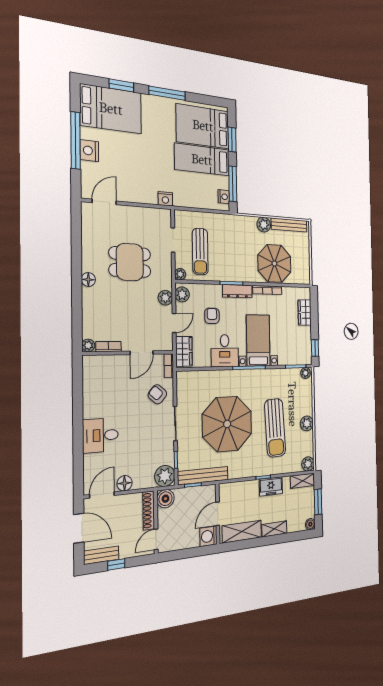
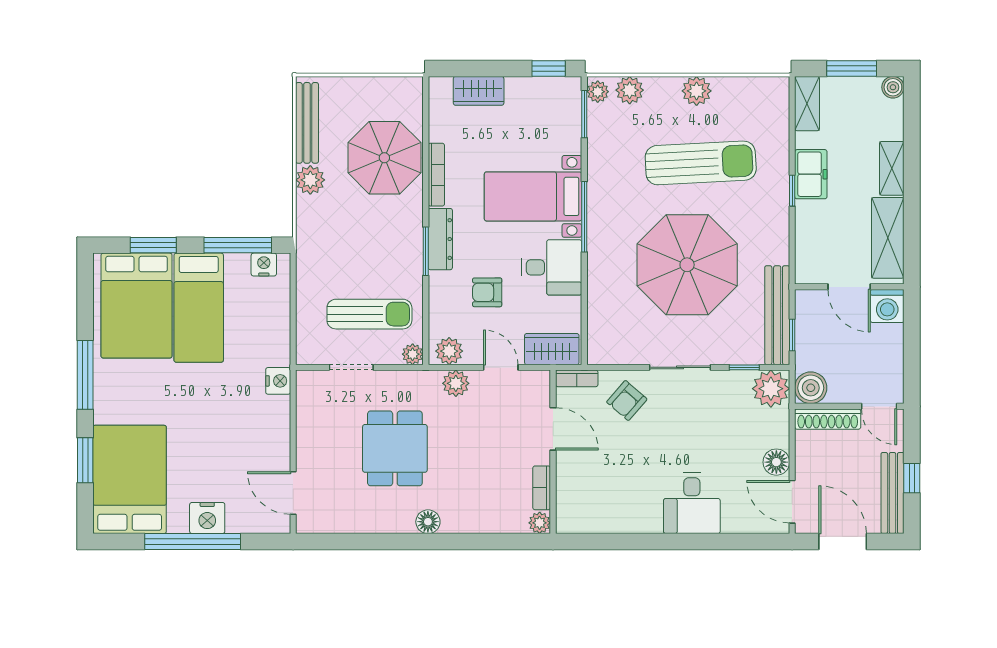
plant: (308, 464) -> (630, 90), moved
door: (79, 528) -> (843, 542), hinge flipped
bench: (101, 555) -> (893, 493), width x1.36

